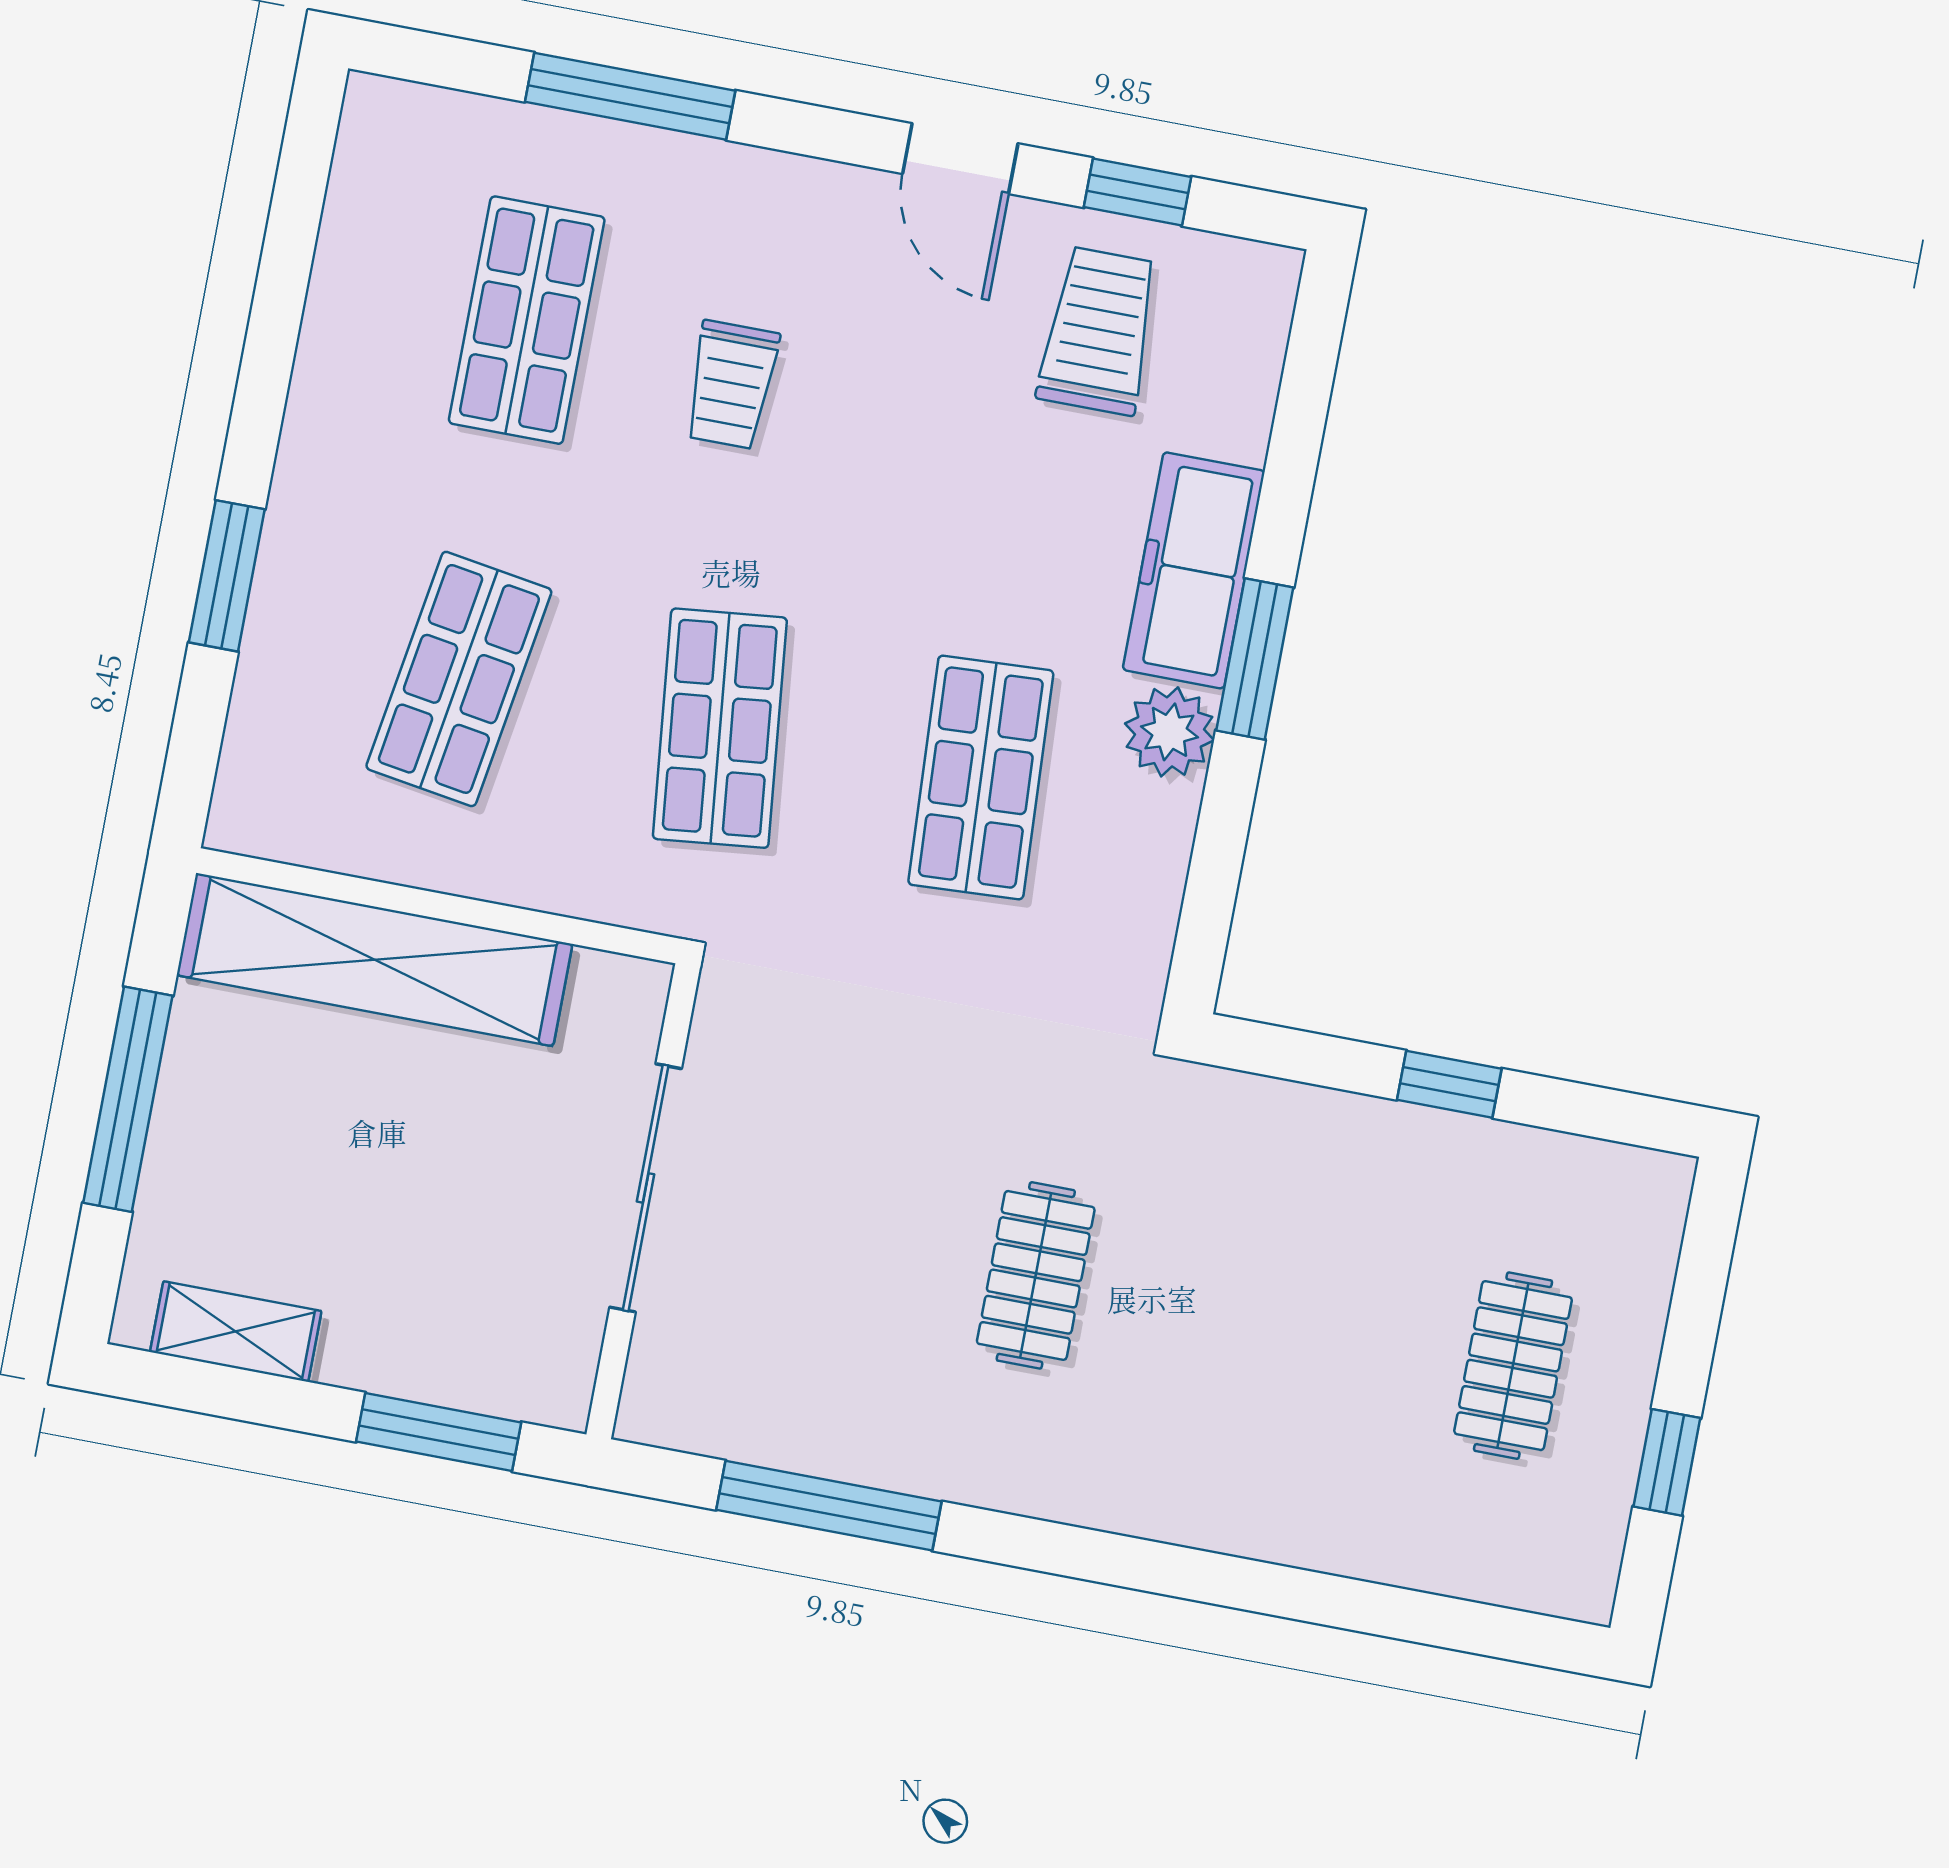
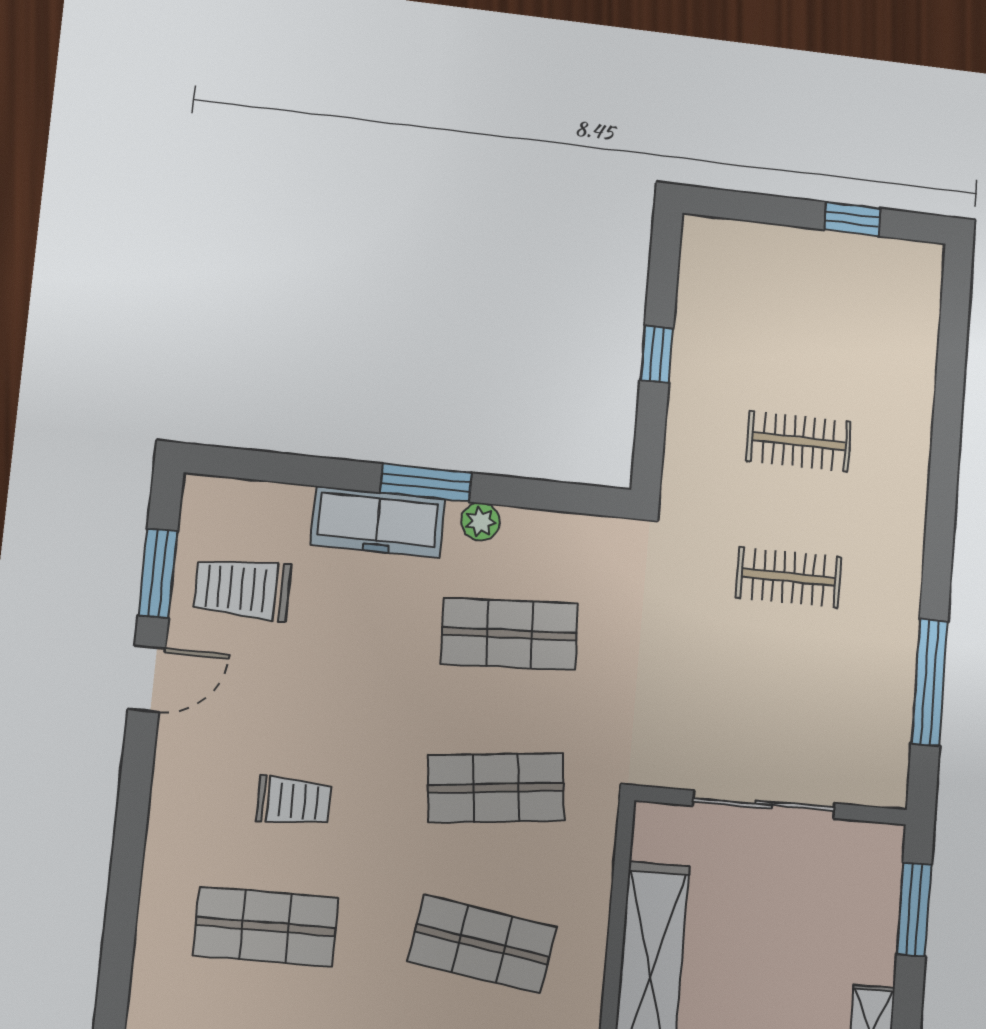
window: (630, 96) -> (125, 879), removed
window: (1137, 192) -> (158, 573), width x1.50
plant: (1169, 732) -> (480, 522), width x0.73, depth x0.73
clothes rail: (1513, 1366) -> (799, 441), moved

